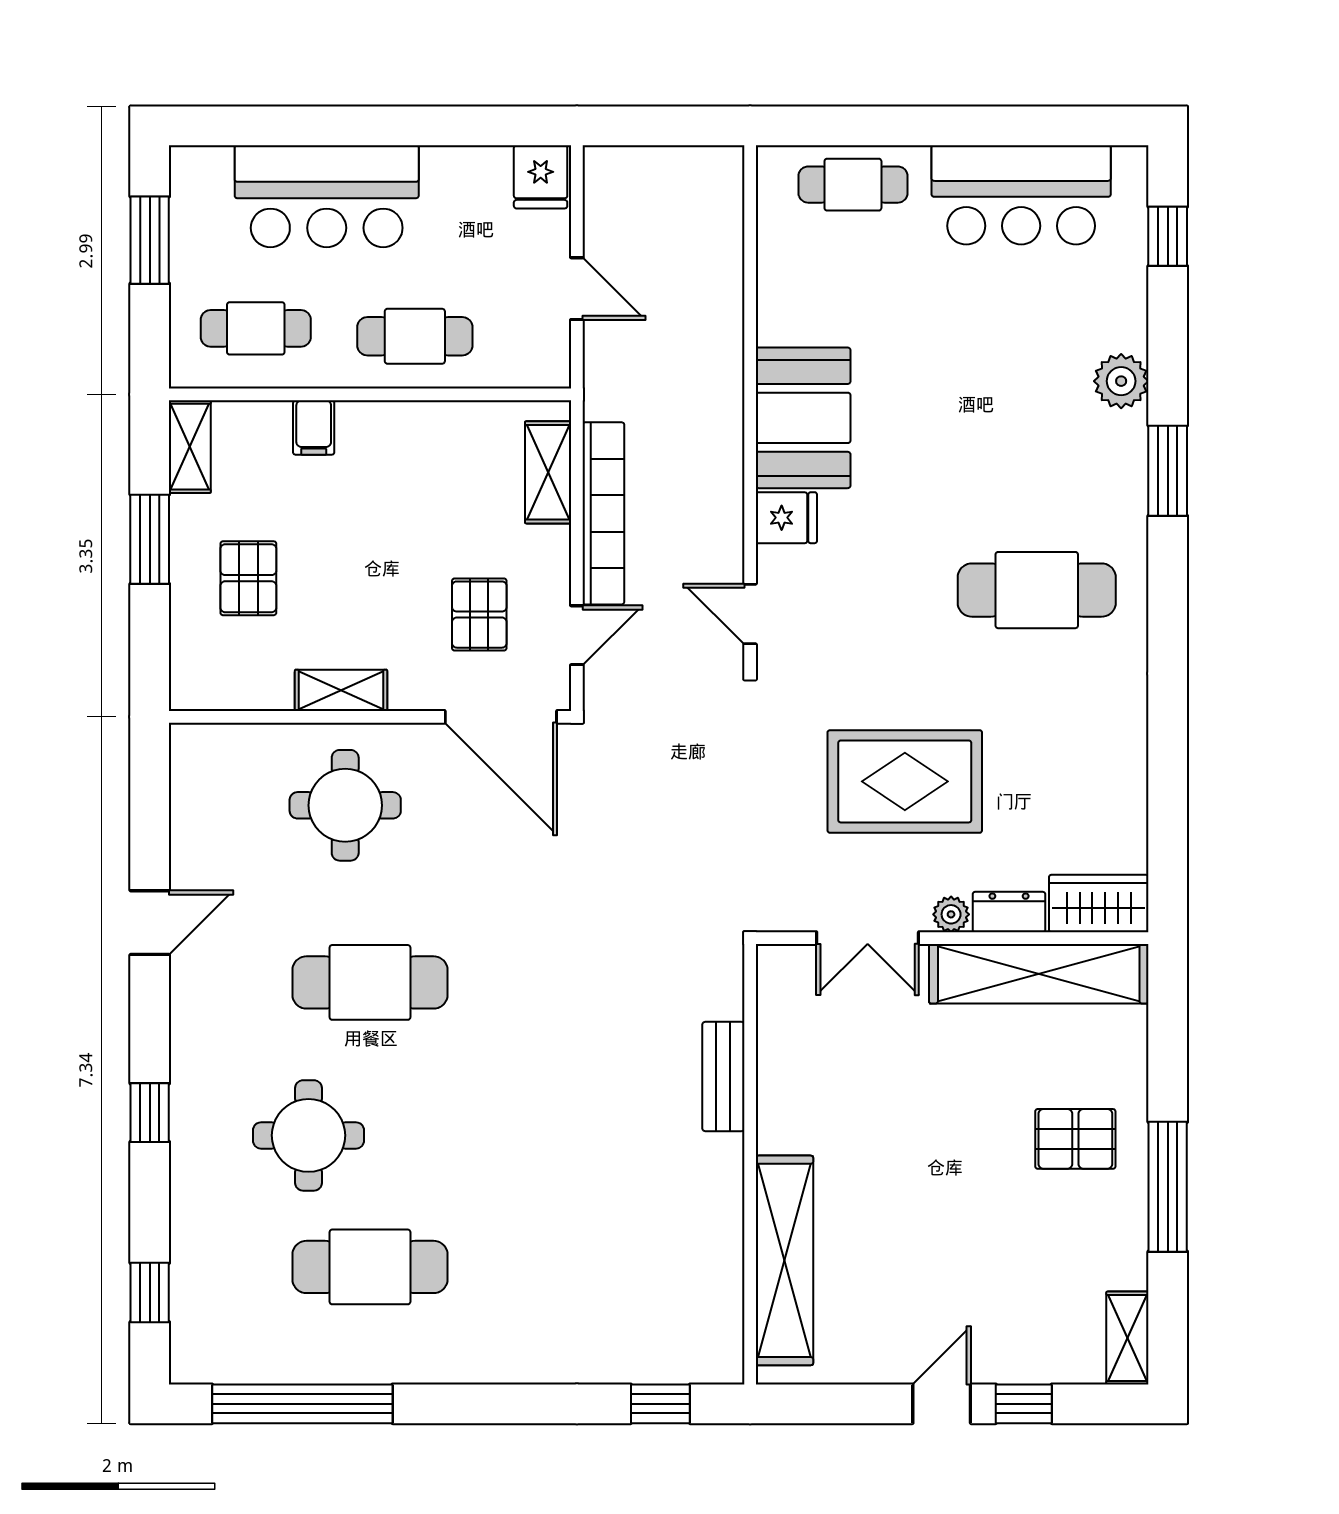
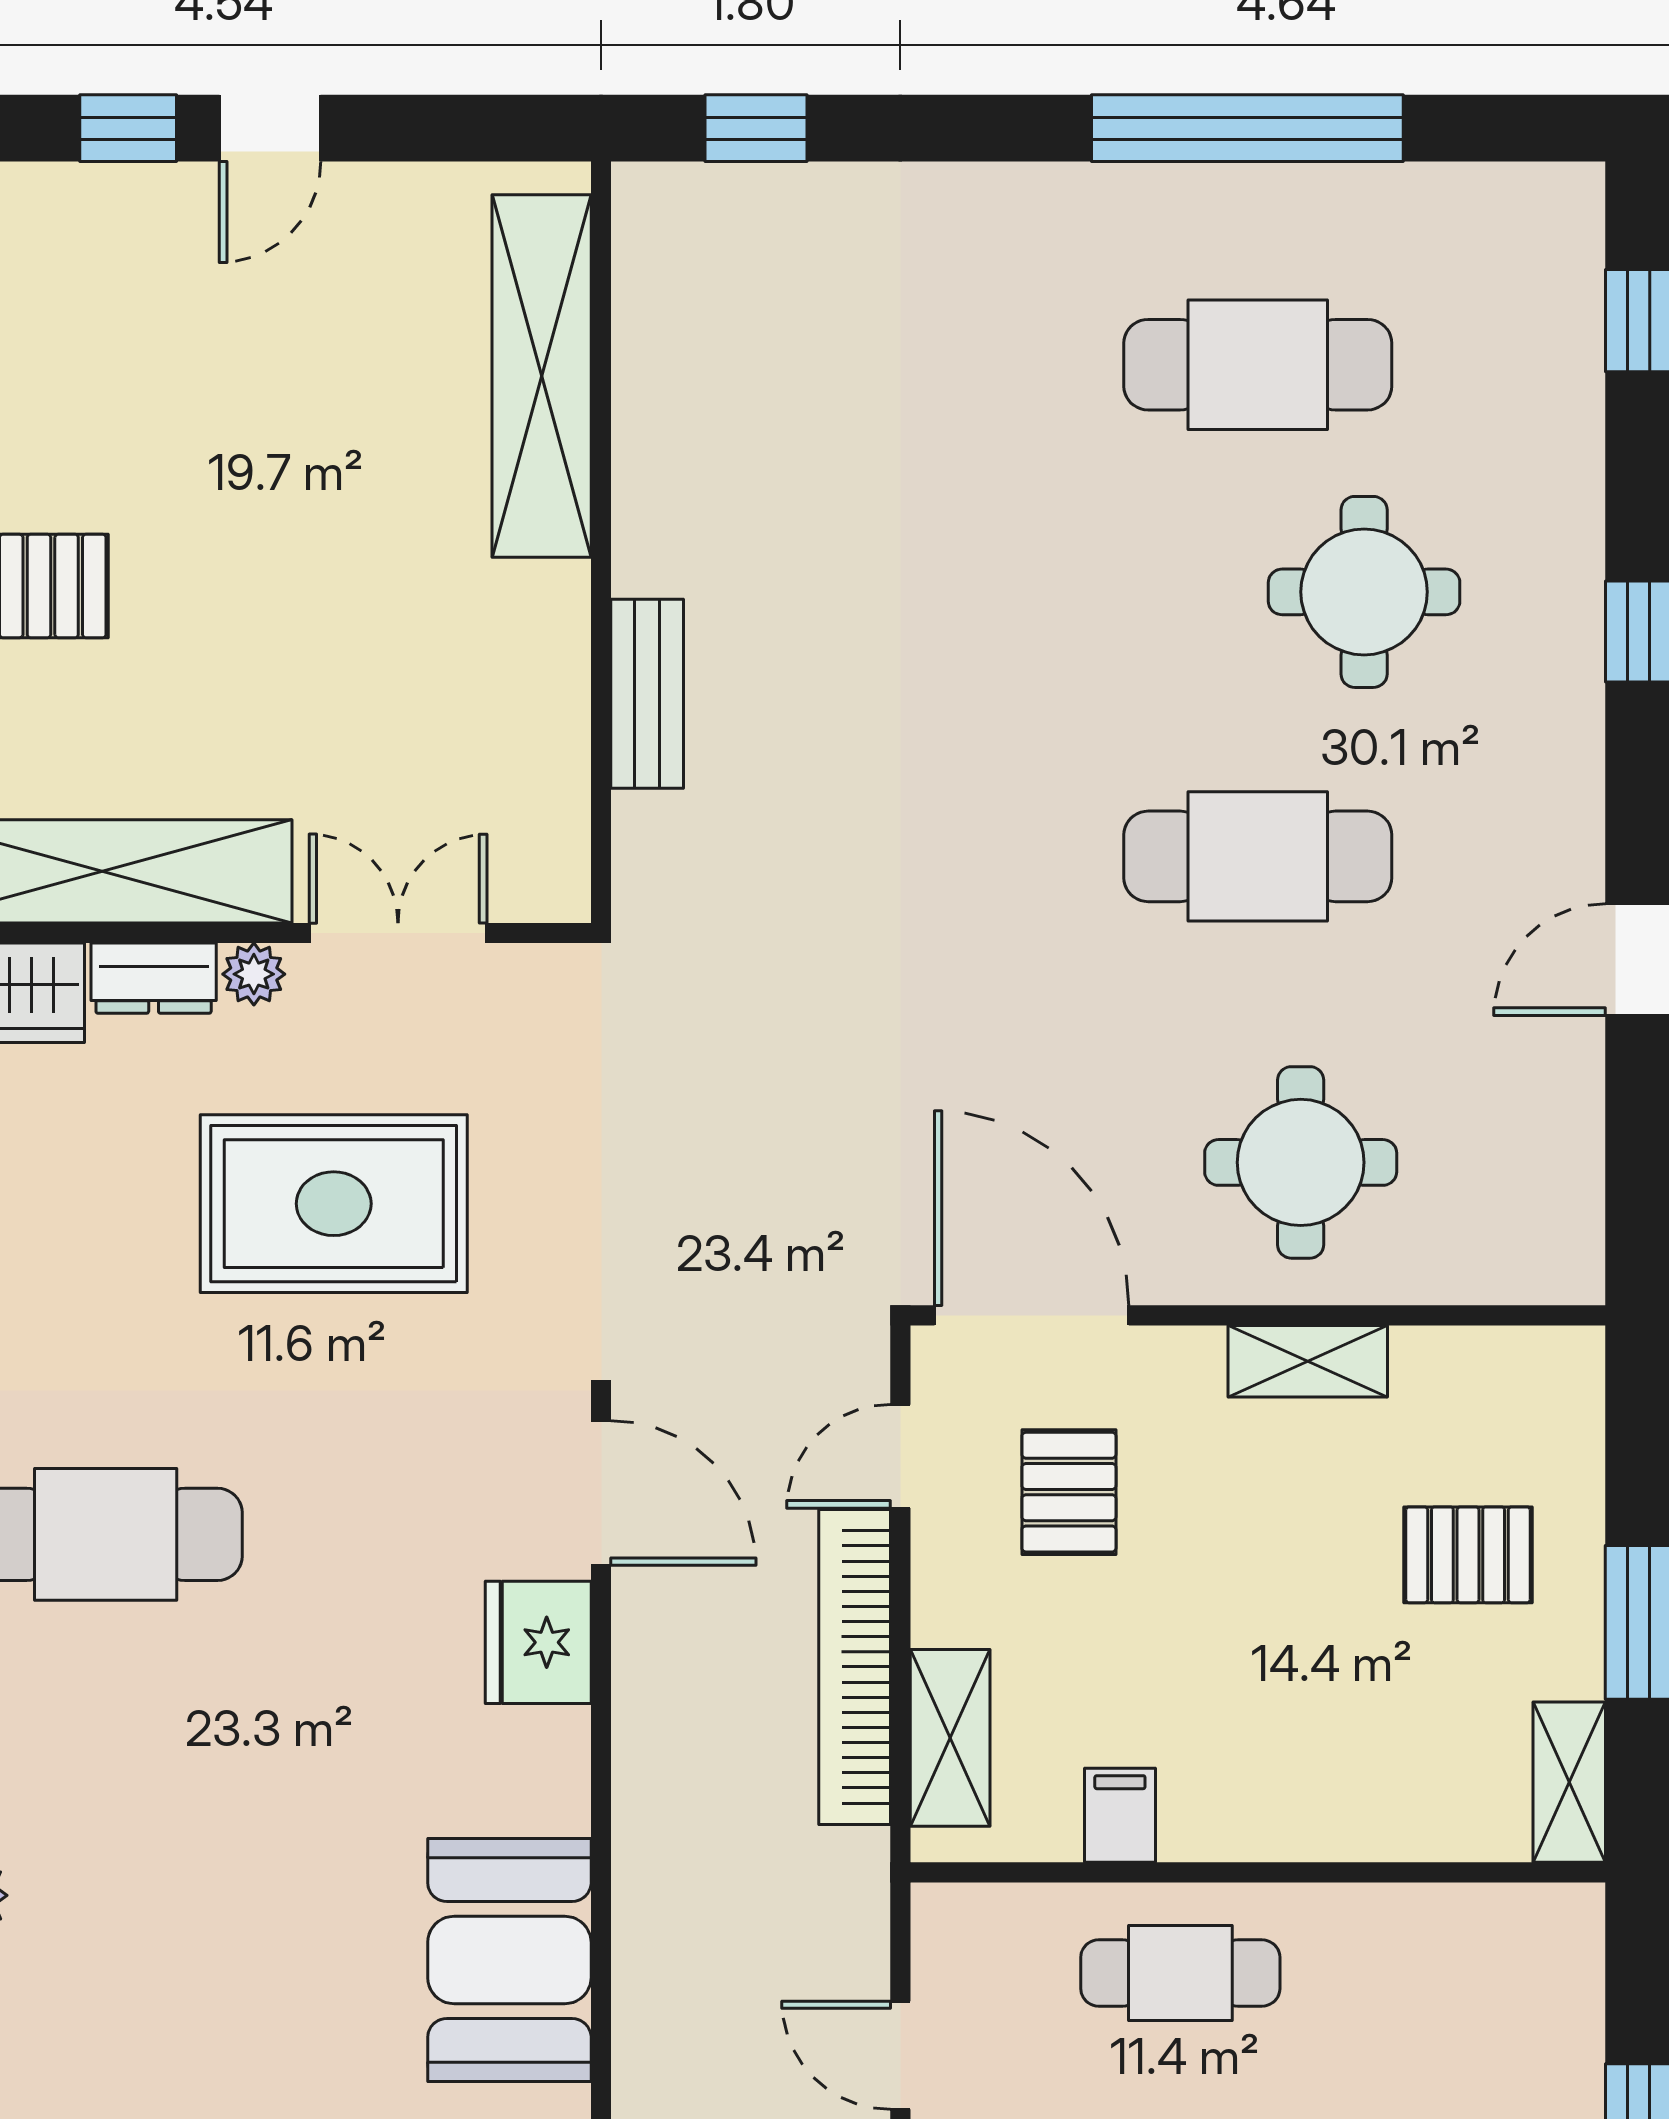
cafe table: (256, 328) -> (1455, 1987), removed
booth: (803, 418) -> (509, 1960), moved
filing cabinet: (314, 428) -> (1120, 1815), moved
fridge: (786, 518) -> (538, 1642), width x1.38
pallet: (248, 578) -> (1468, 1555), turned 90
door: (750, 614) -> (601, 1493), width x1.38
window: (302, 1404) -> (1247, 128), moved

